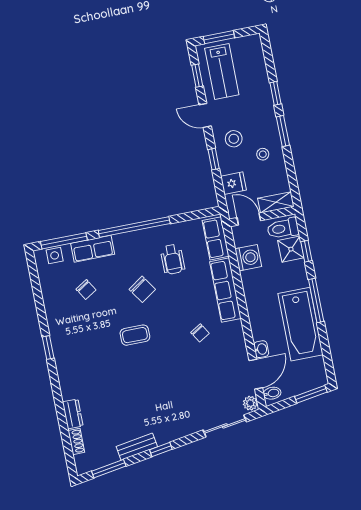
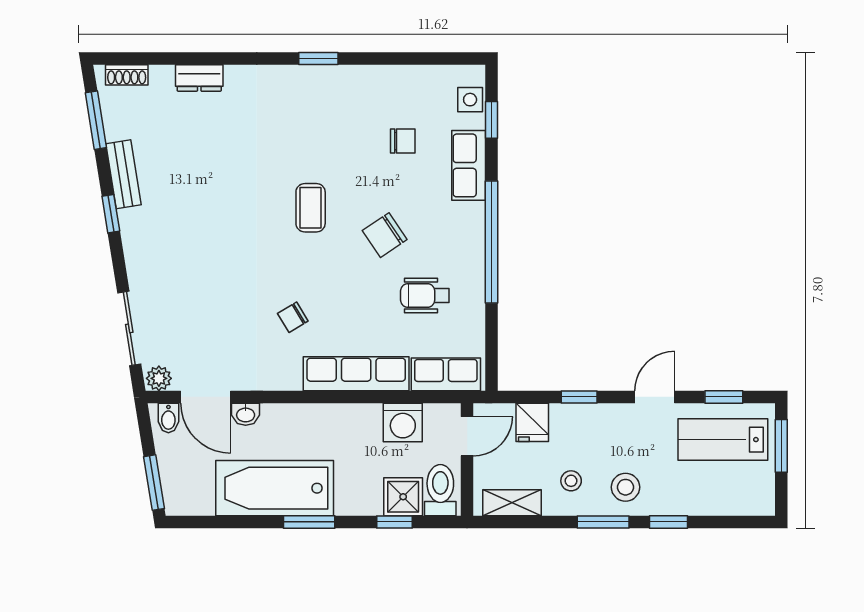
stool: (234, 139) -> (626, 487), moved
shelving: (276, 202) -> (512, 503), moved, turned 90
window: (64, 241) -> (491, 120), width x0.46
chair: (86, 289) -> (403, 141), turned -148
window: (316, 300) -> (309, 522), width x0.69
shoe rack: (76, 441) -> (127, 75), moved

